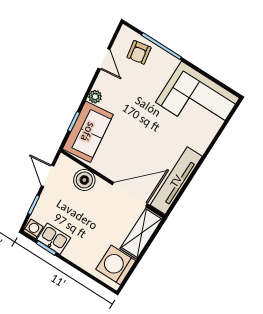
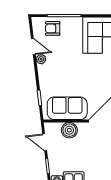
armchair: (139, 52) -> (53, 28), turned 100
plant: (95, 97) -> (41, 59), moved
sofa: (88, 132) -> (67, 108), moved, turned -83

